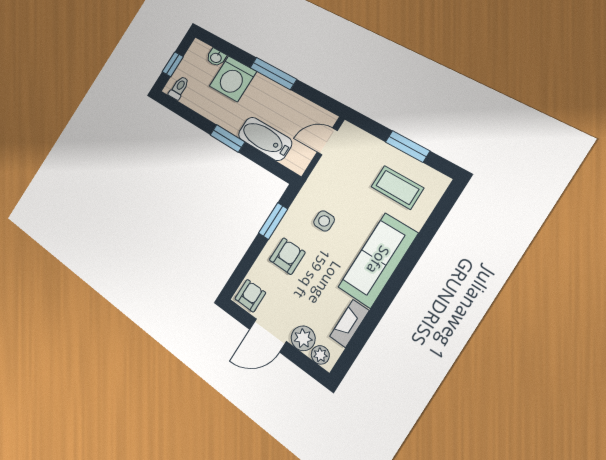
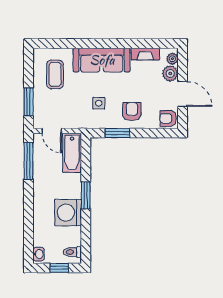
washbasin: (216, 58) -> (39, 254), moved
window: (273, 73) -> (29, 161), moved
washing machine: (233, 79) -> (68, 213), moved, turned 180
bathtub: (265, 139) -> (72, 153), moved
window: (408, 146) -> (29, 102), moved
armchair: (287, 256) -> (132, 112), turned 90

